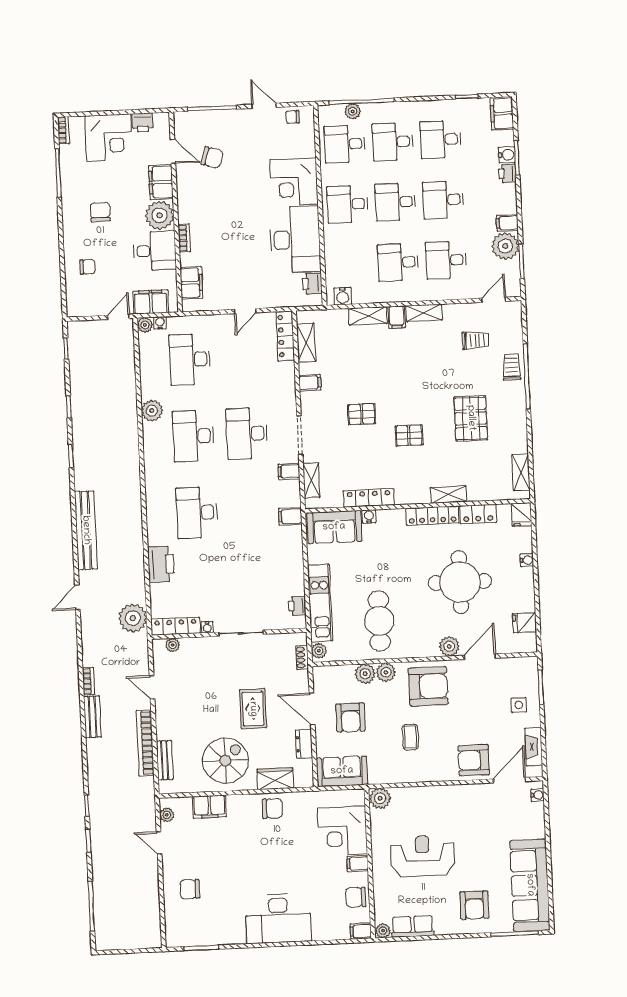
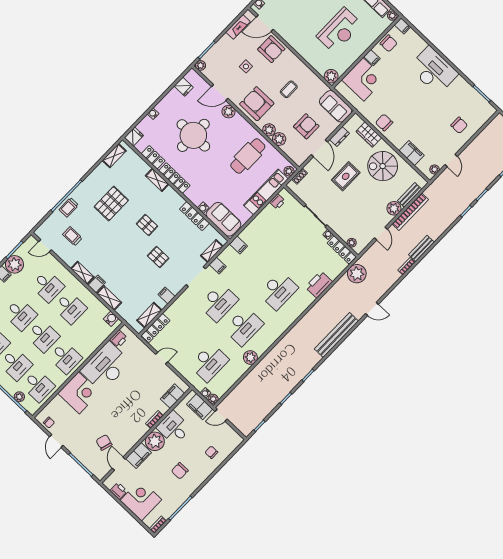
plant: (530, 664) -> (200, 65), added
side table: (519, 705) -> (246, 66), moved
plant: (166, 729) -> (394, 208), added
reception desk: (423, 856) -> (339, 30), turned -90

